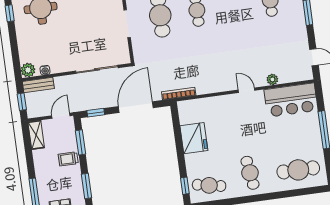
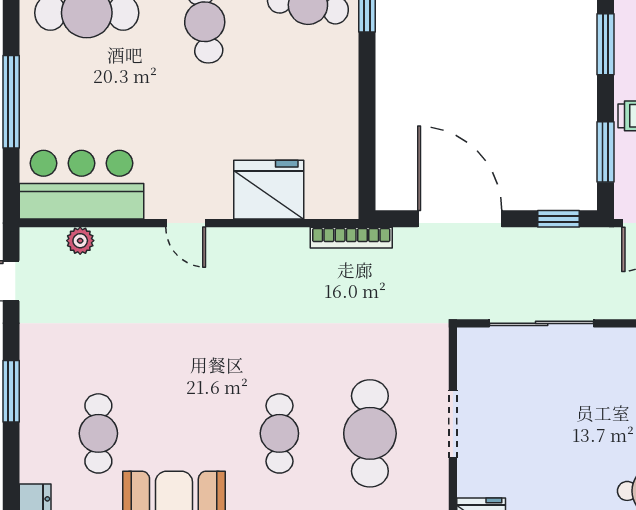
plant: (272, 79) -> (80, 241), moved
door: (136, 107) -> (460, 219), swing flipped
fridge: (194, 138) -> (269, 190), moved, turned 90

